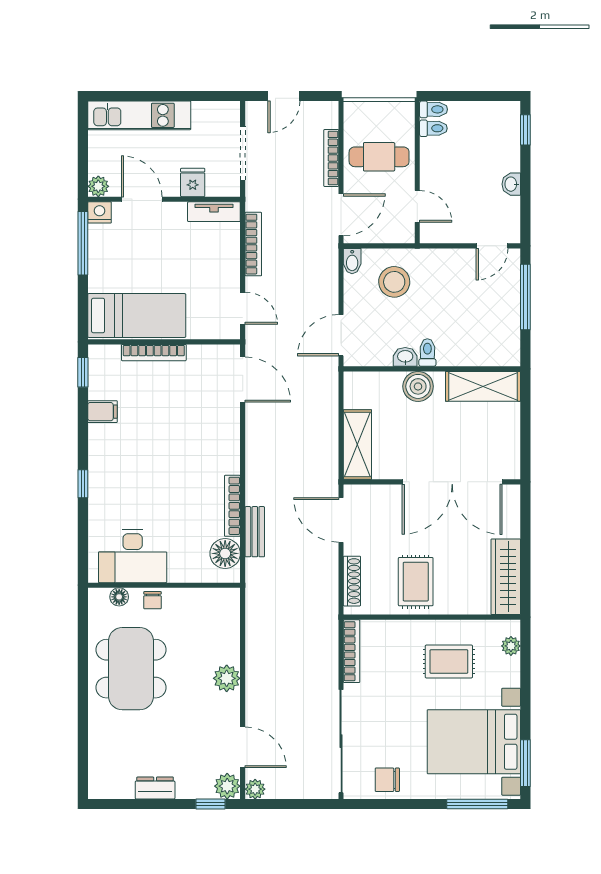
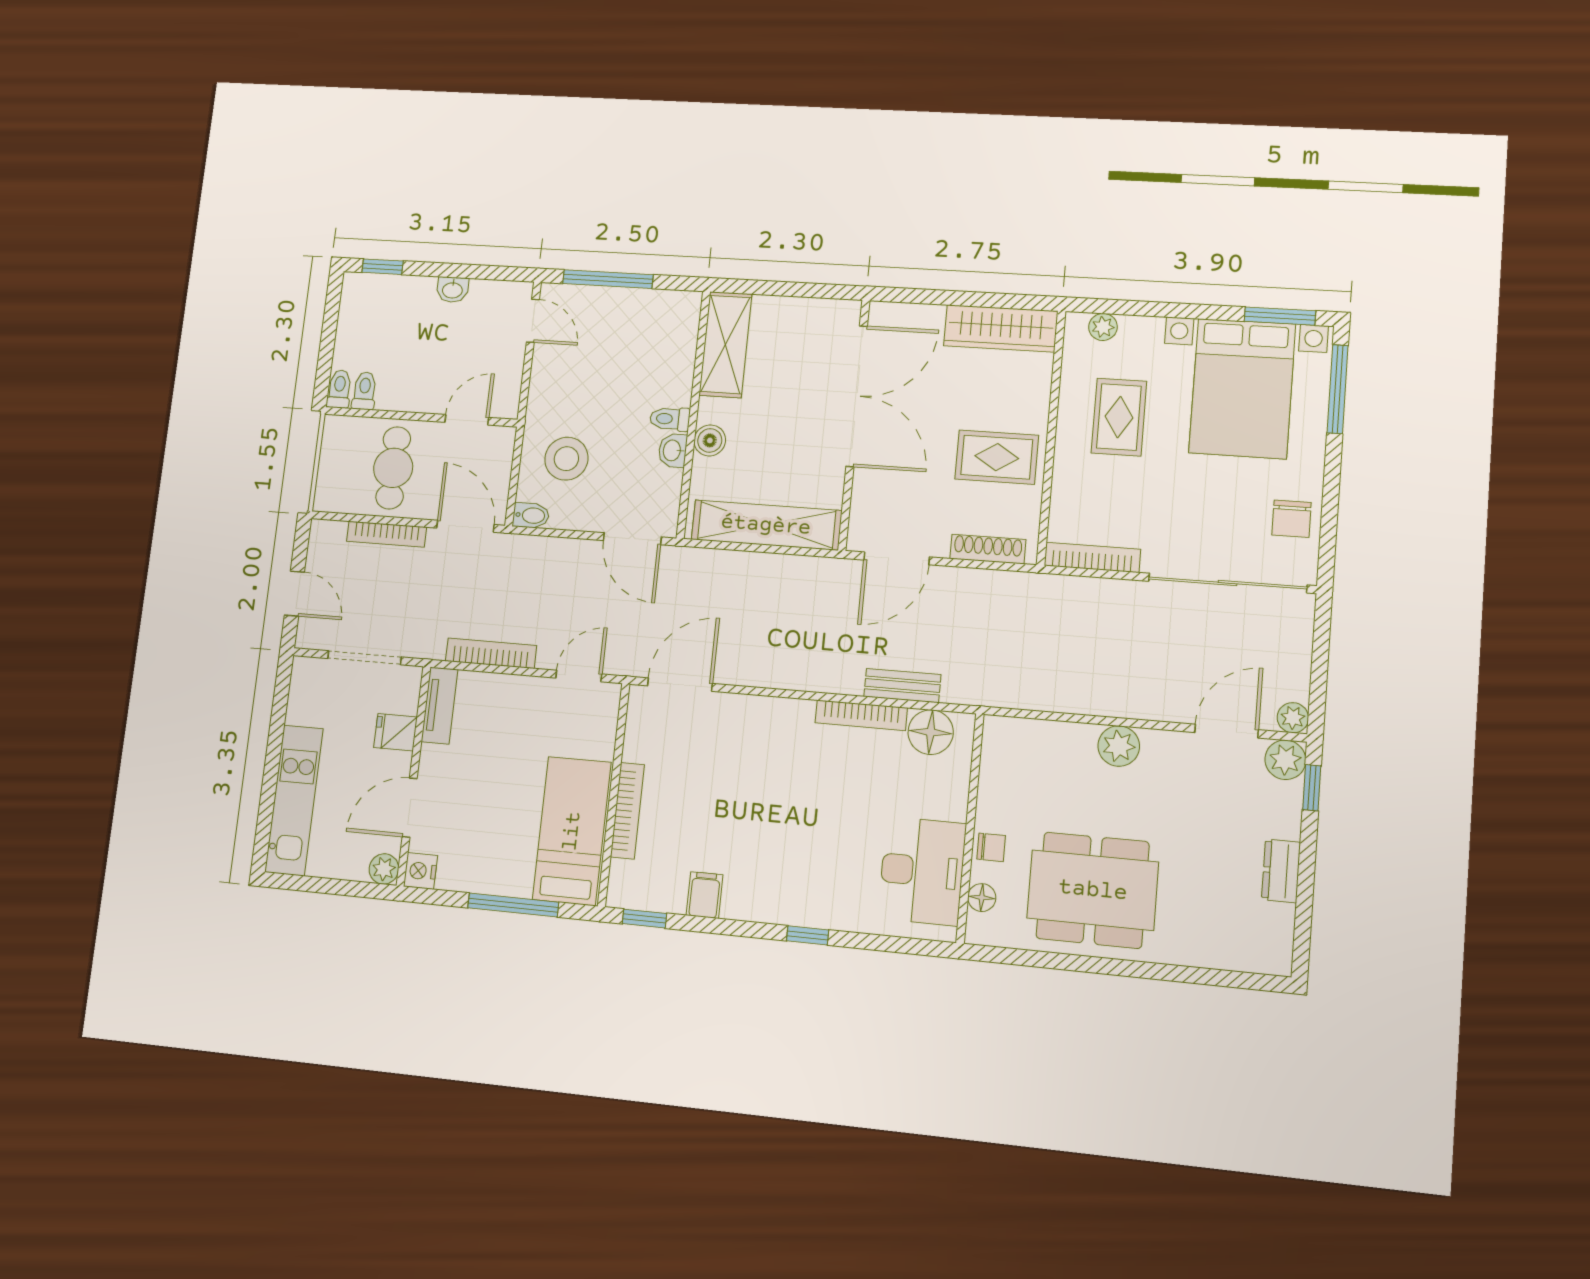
window: (83, 243) -> (513, 905), moved
boiler: (418, 386) -> (710, 440), width x0.73, depth x0.73
shelving: (357, 445) -> (766, 525), width x1.47

